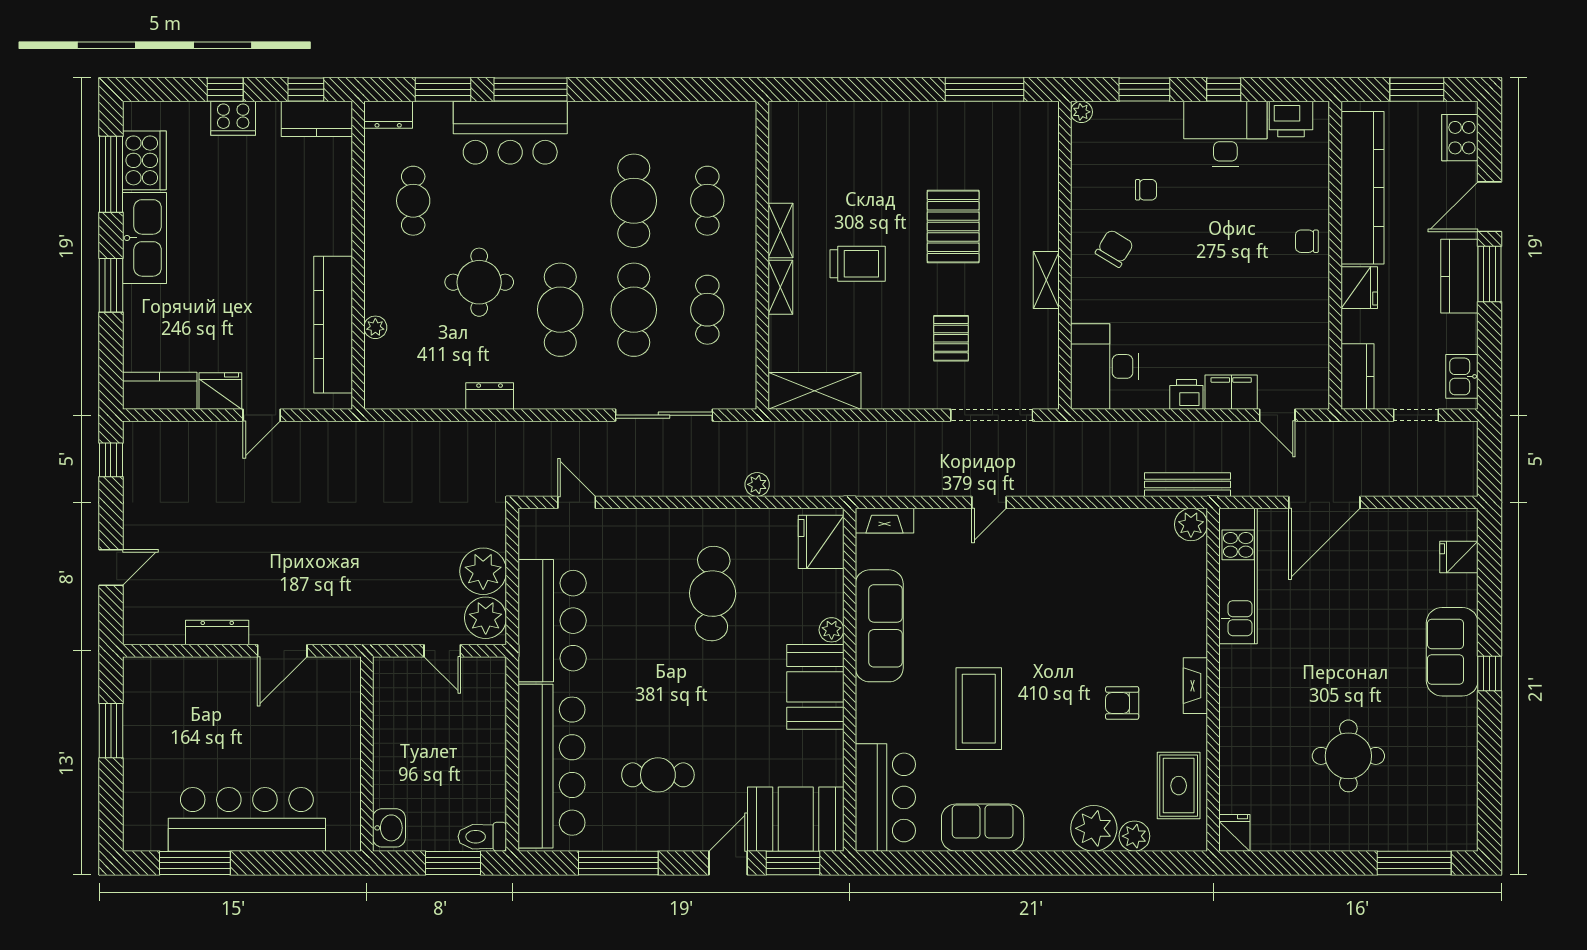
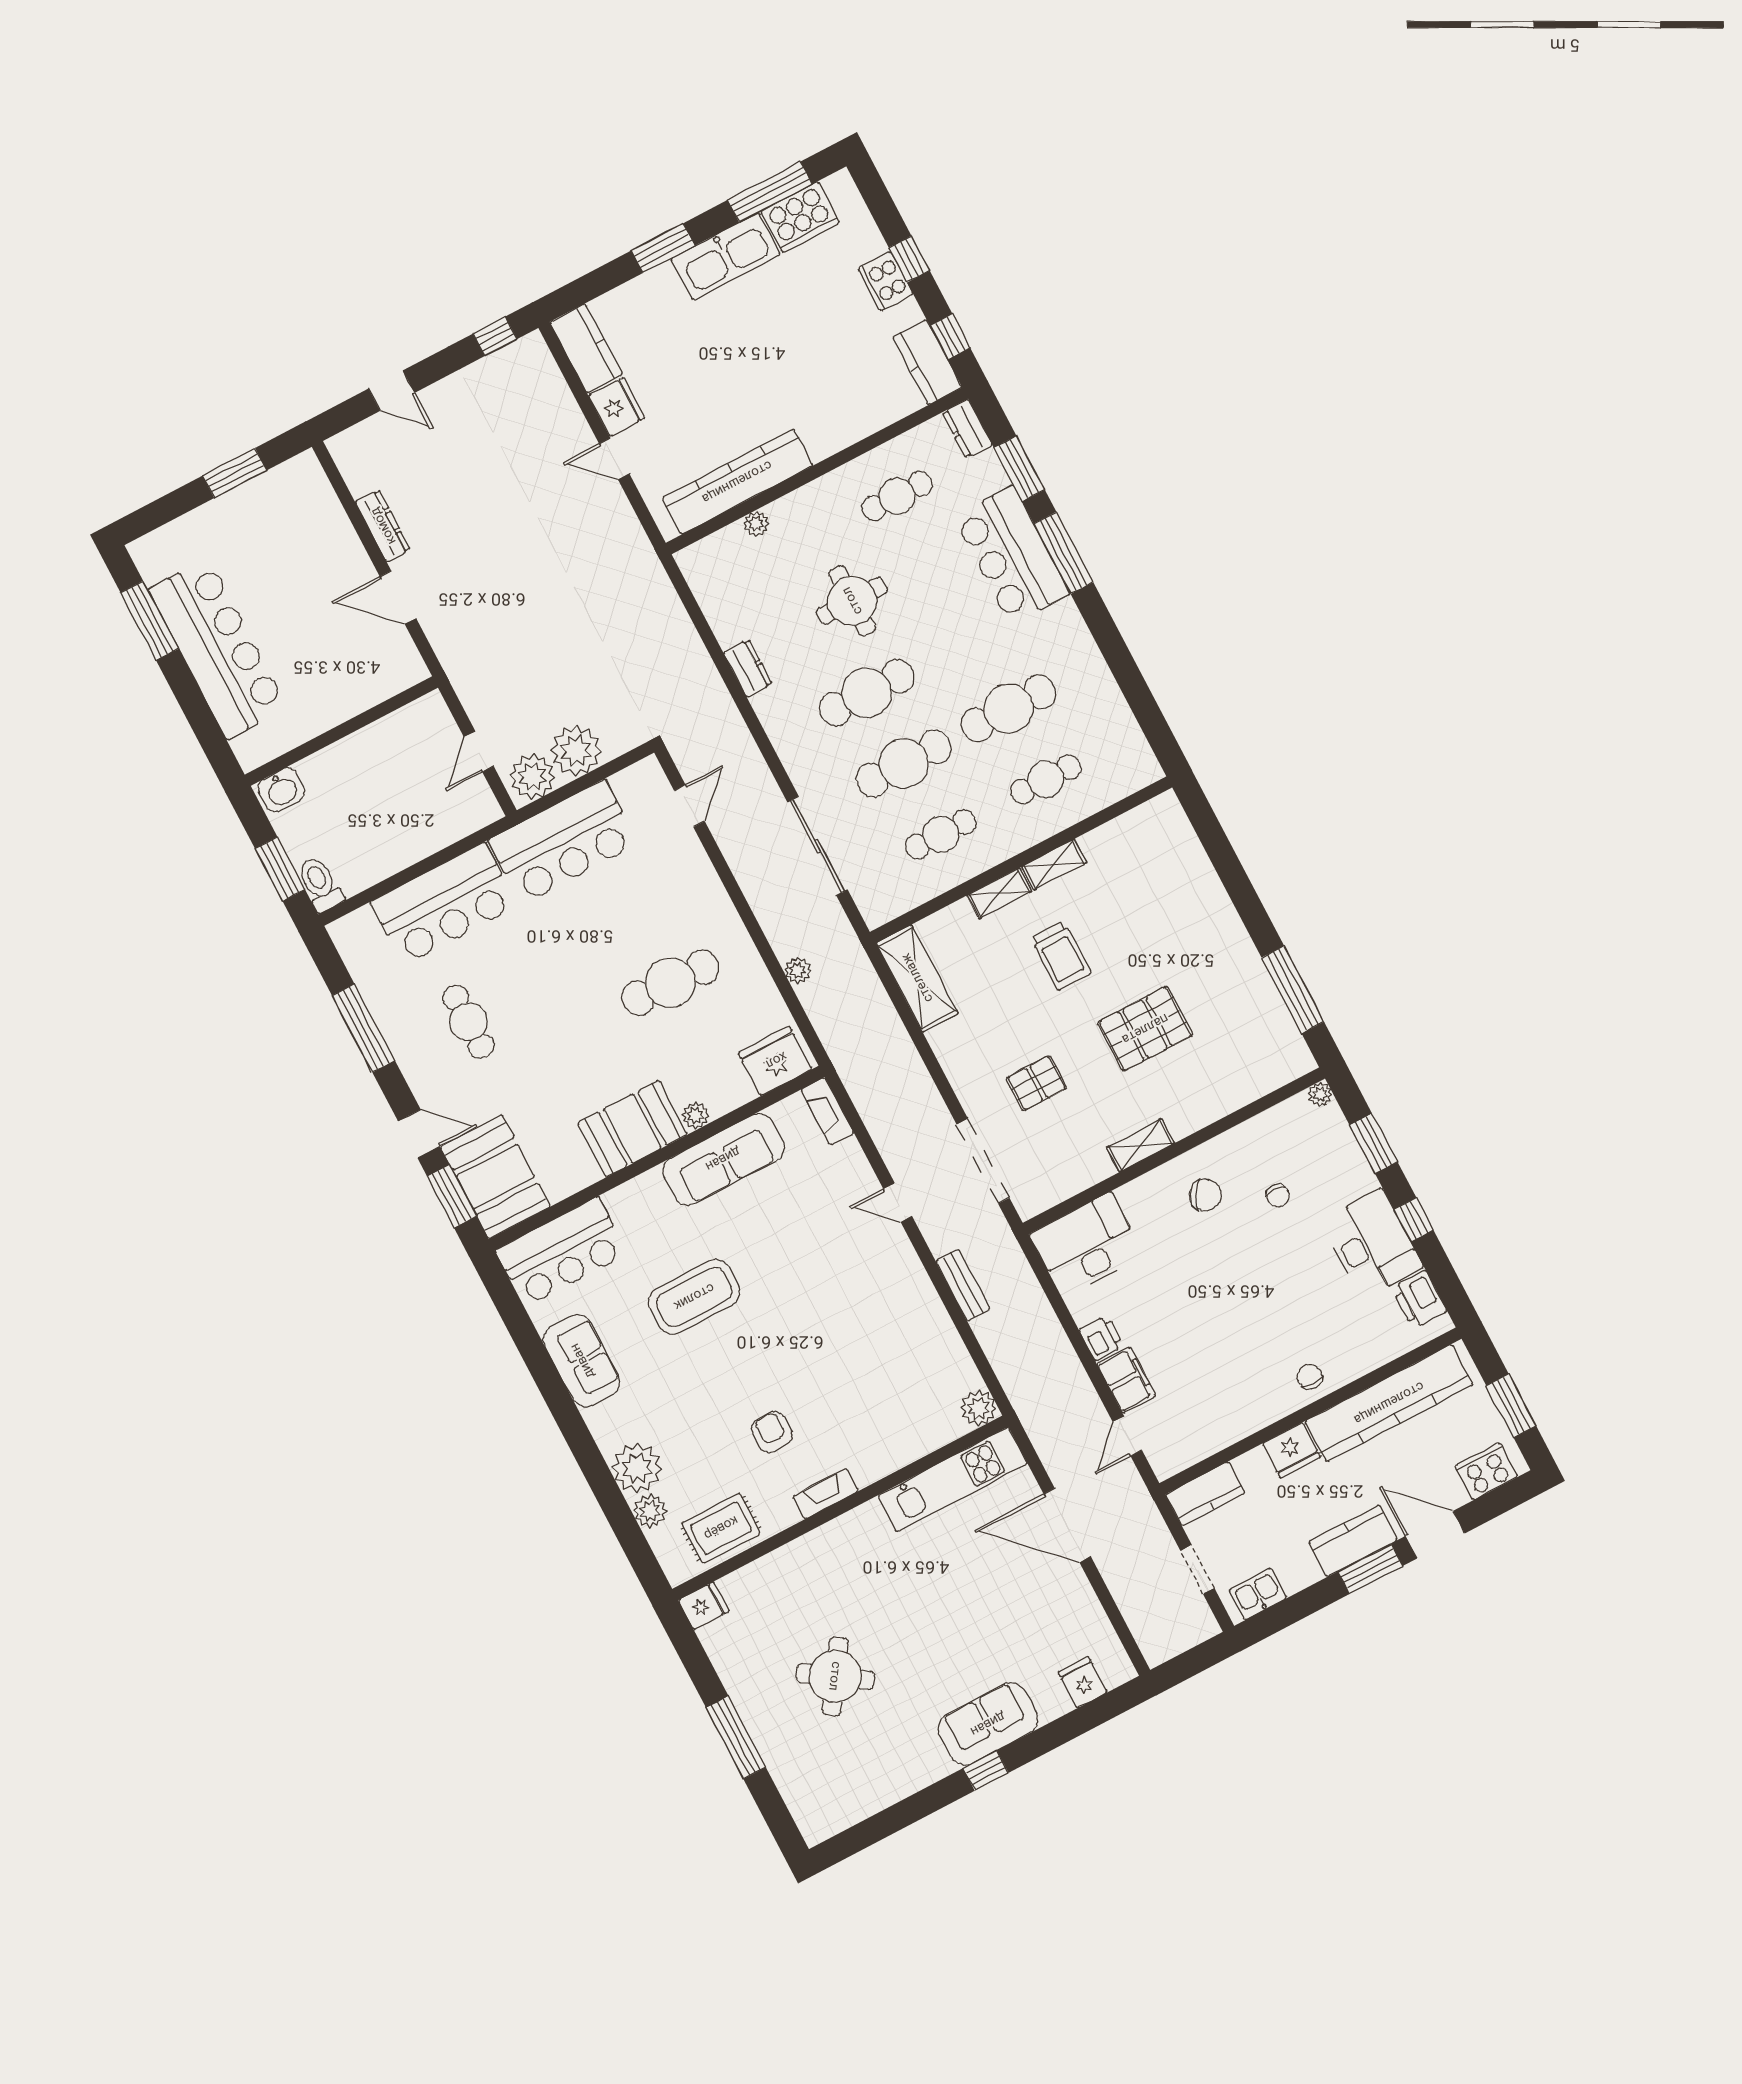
bench: (1187, 485) -> (963, 1285), moved, width x0.73
round table: (1348, 756) -> (835, 1676), turned 34
bar counter: (551, 766) -> (444, 904), width x0.73
window: (1414, 863) -> (736, 1737), moved

